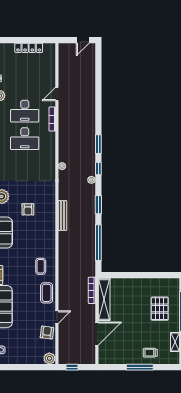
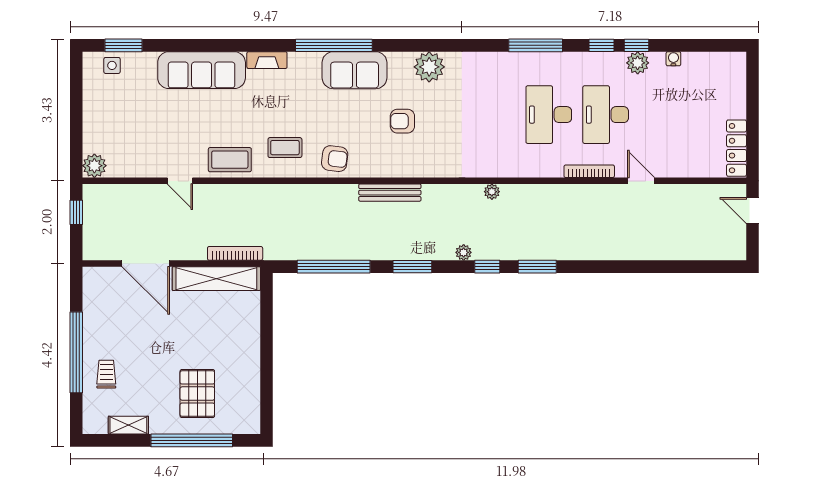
door: (83, 40) -> (752, 210), moved
locker: (29, 48) -> (736, 148), moved
pallet: (160, 309) -> (197, 394), turned 90
armchair: (47, 332) -> (335, 159), moved
window: (140, 367) -> (76, 352), width x1.46

